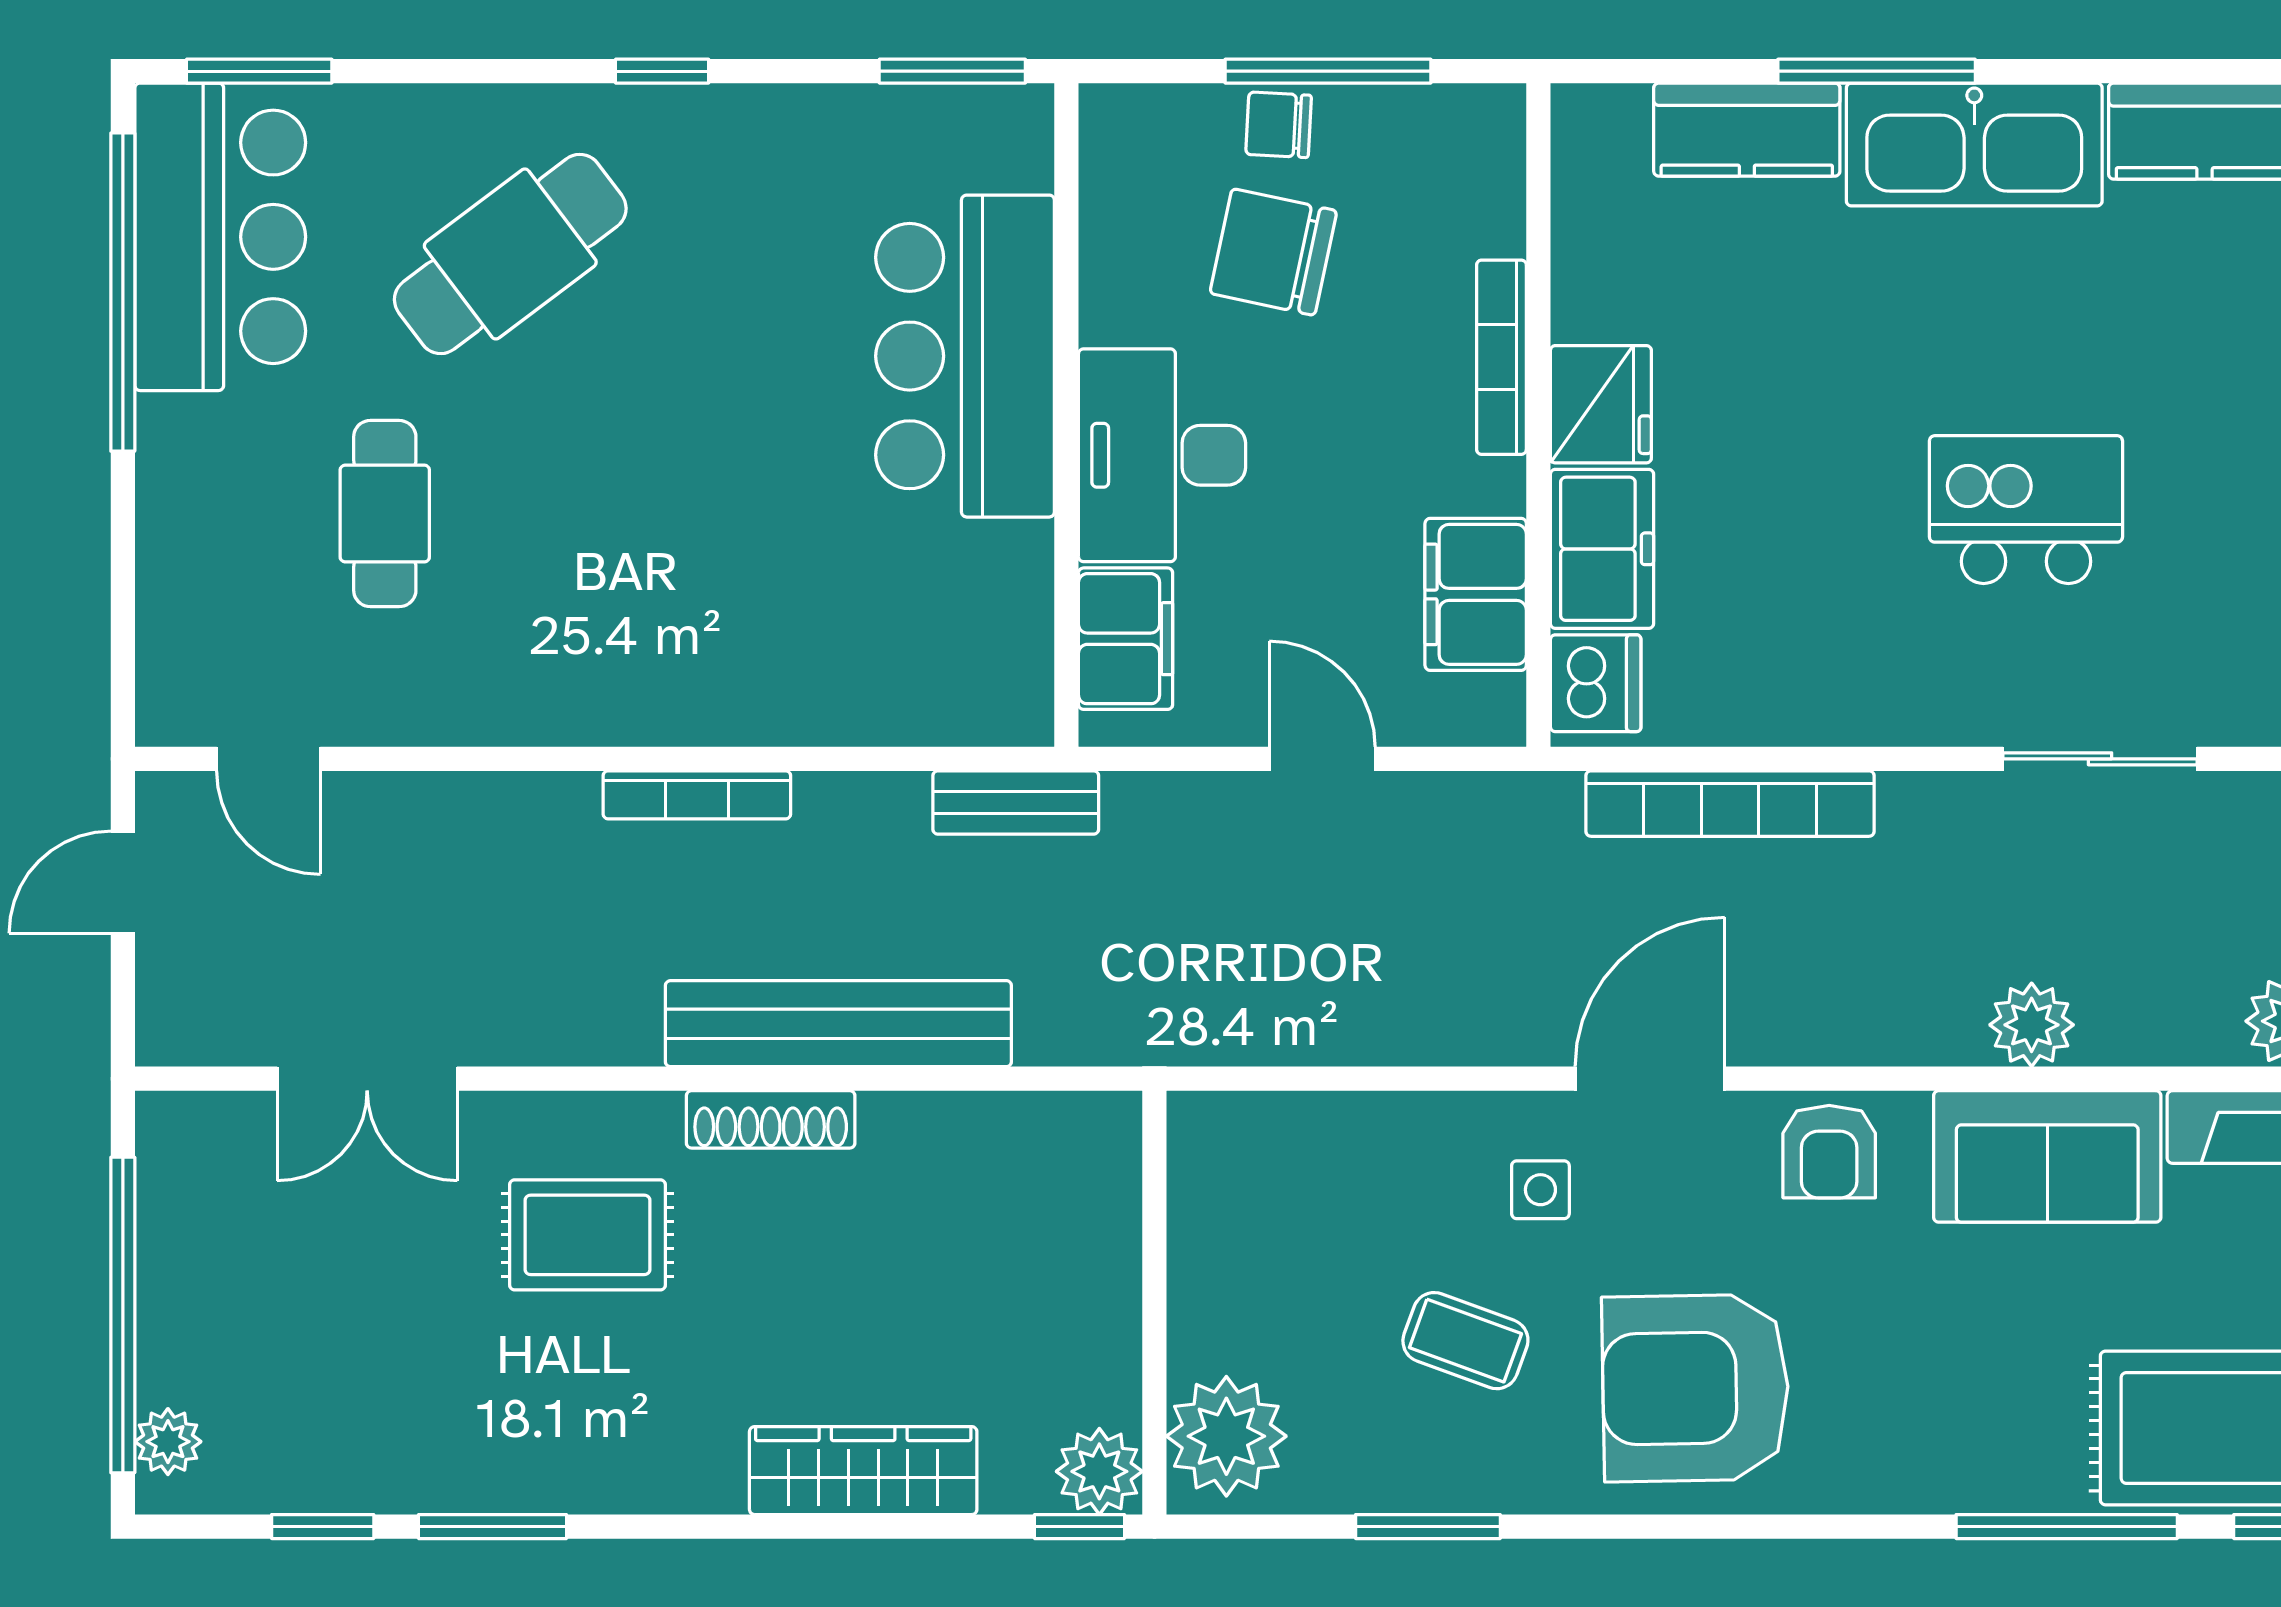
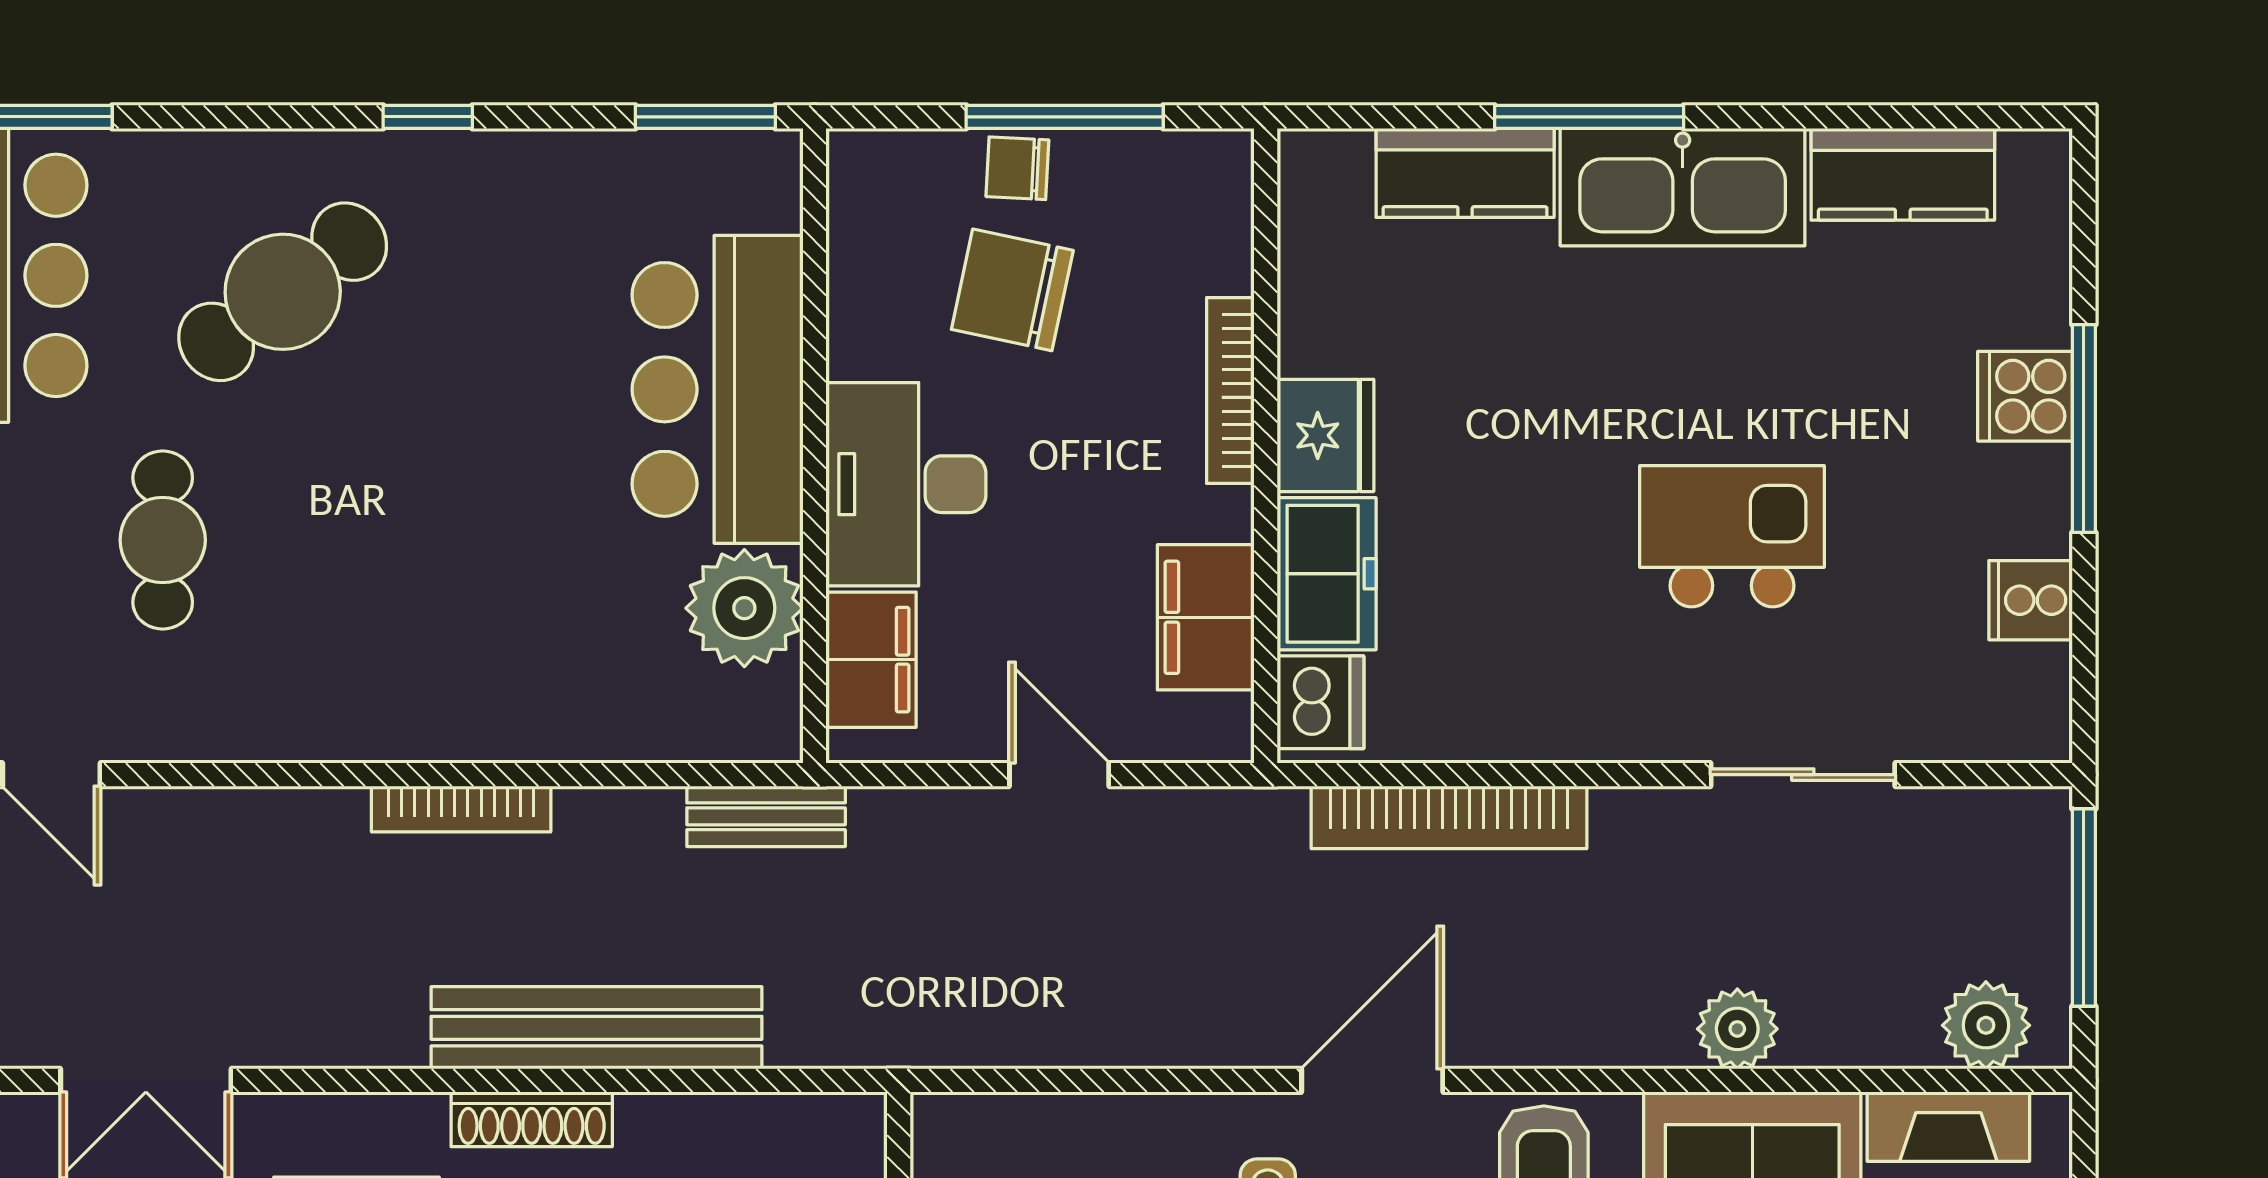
plant: (993, 585) -> (744, 608), added

